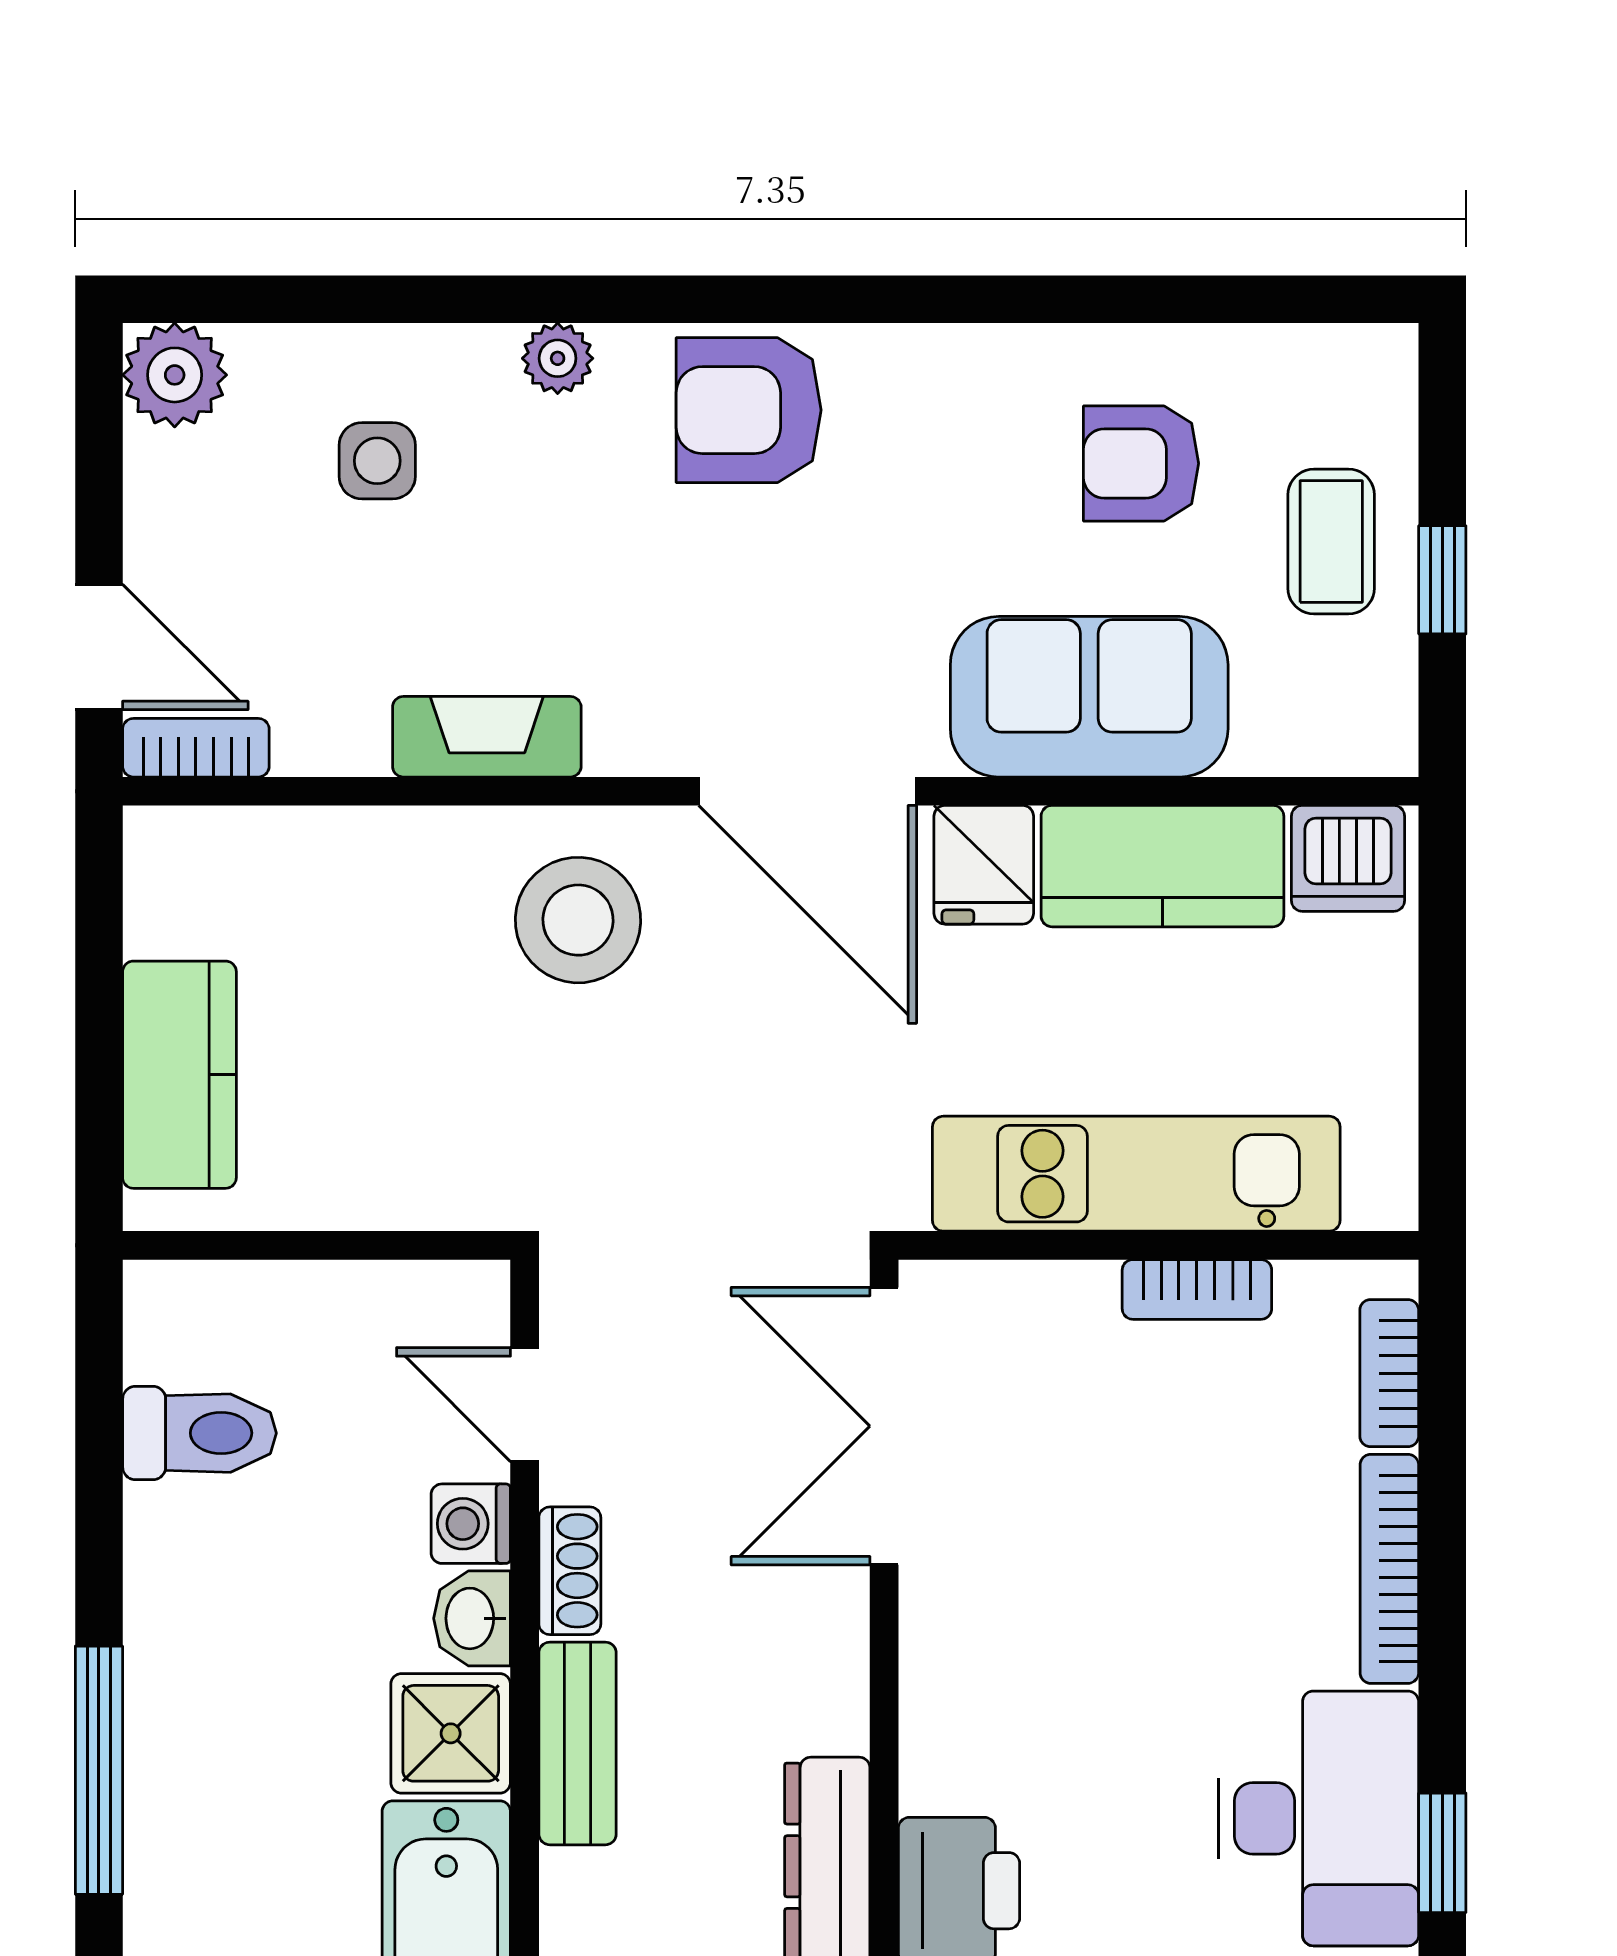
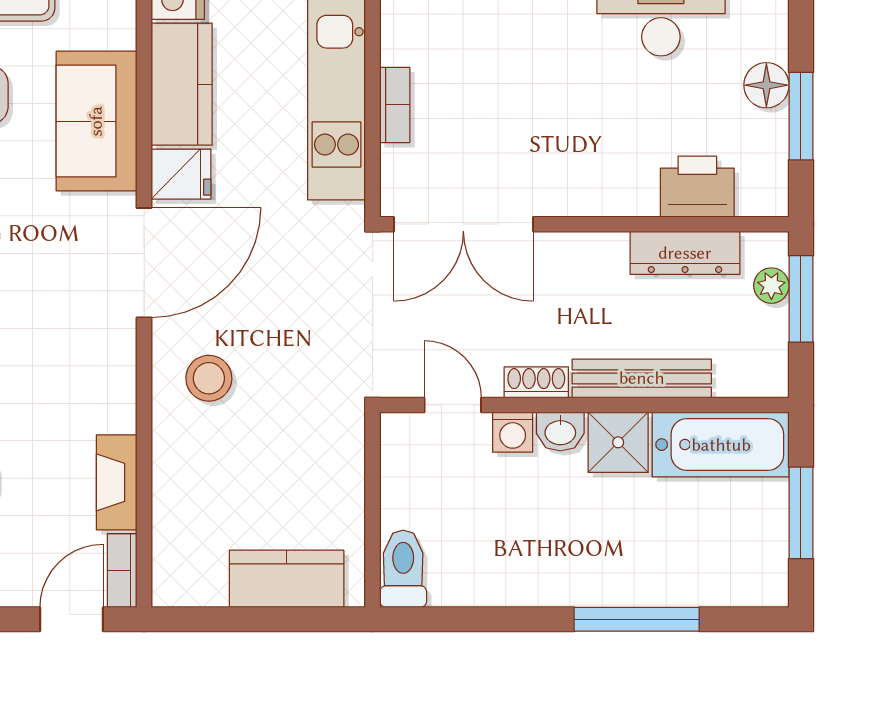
fireplace: (487, 737) -> (117, 482), moved
stool: (578, 920) -> (209, 378), width x0.73, depth x0.73
bookcase: (1197, 1289) -> (395, 105), moved
door: (525, 1405) -> (453, 405), swing flipped
toilet: (200, 1433) -> (403, 569), moved
bench: (578, 1743) -> (642, 378), width x1.36

